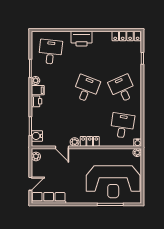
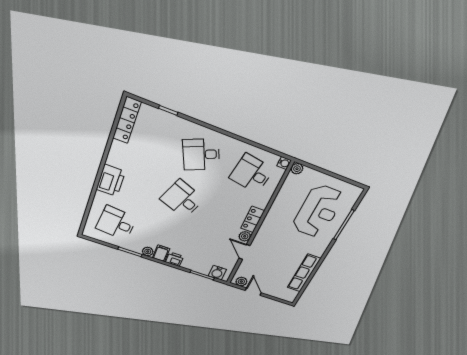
door: (62, 147) -> (244, 252), swing flipped
reception desk: (113, 182) -> (318, 211), width x0.74, depth x0.77
door: (30, 184) -> (253, 292), moved
row of seats: (49, 198) -> (304, 273), moved

